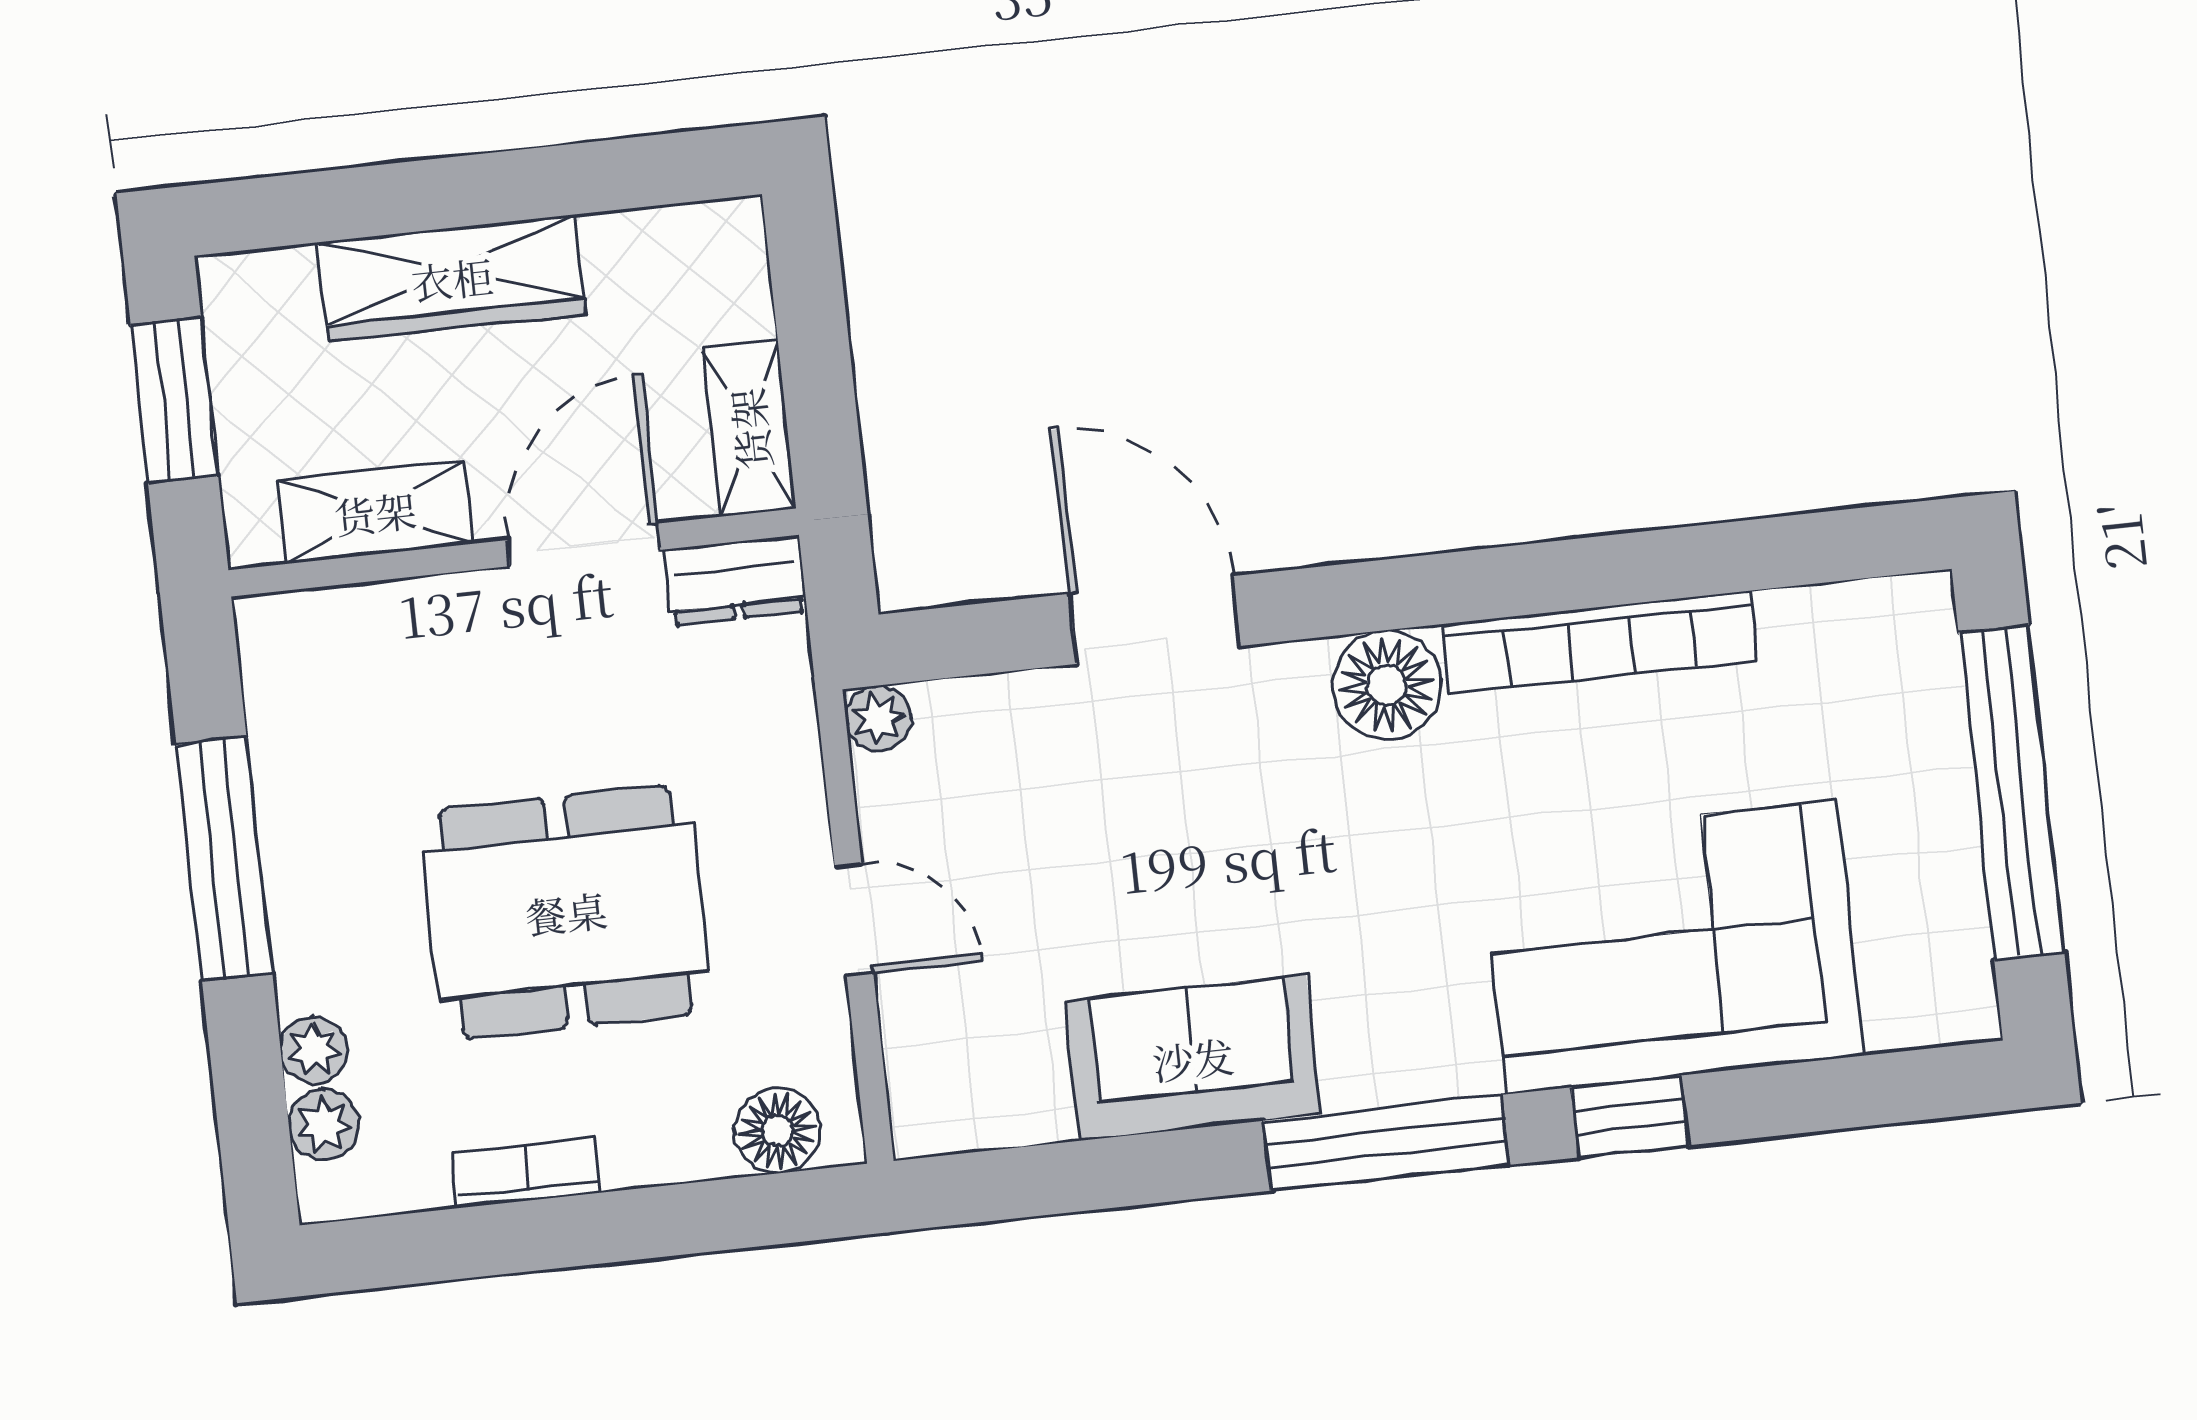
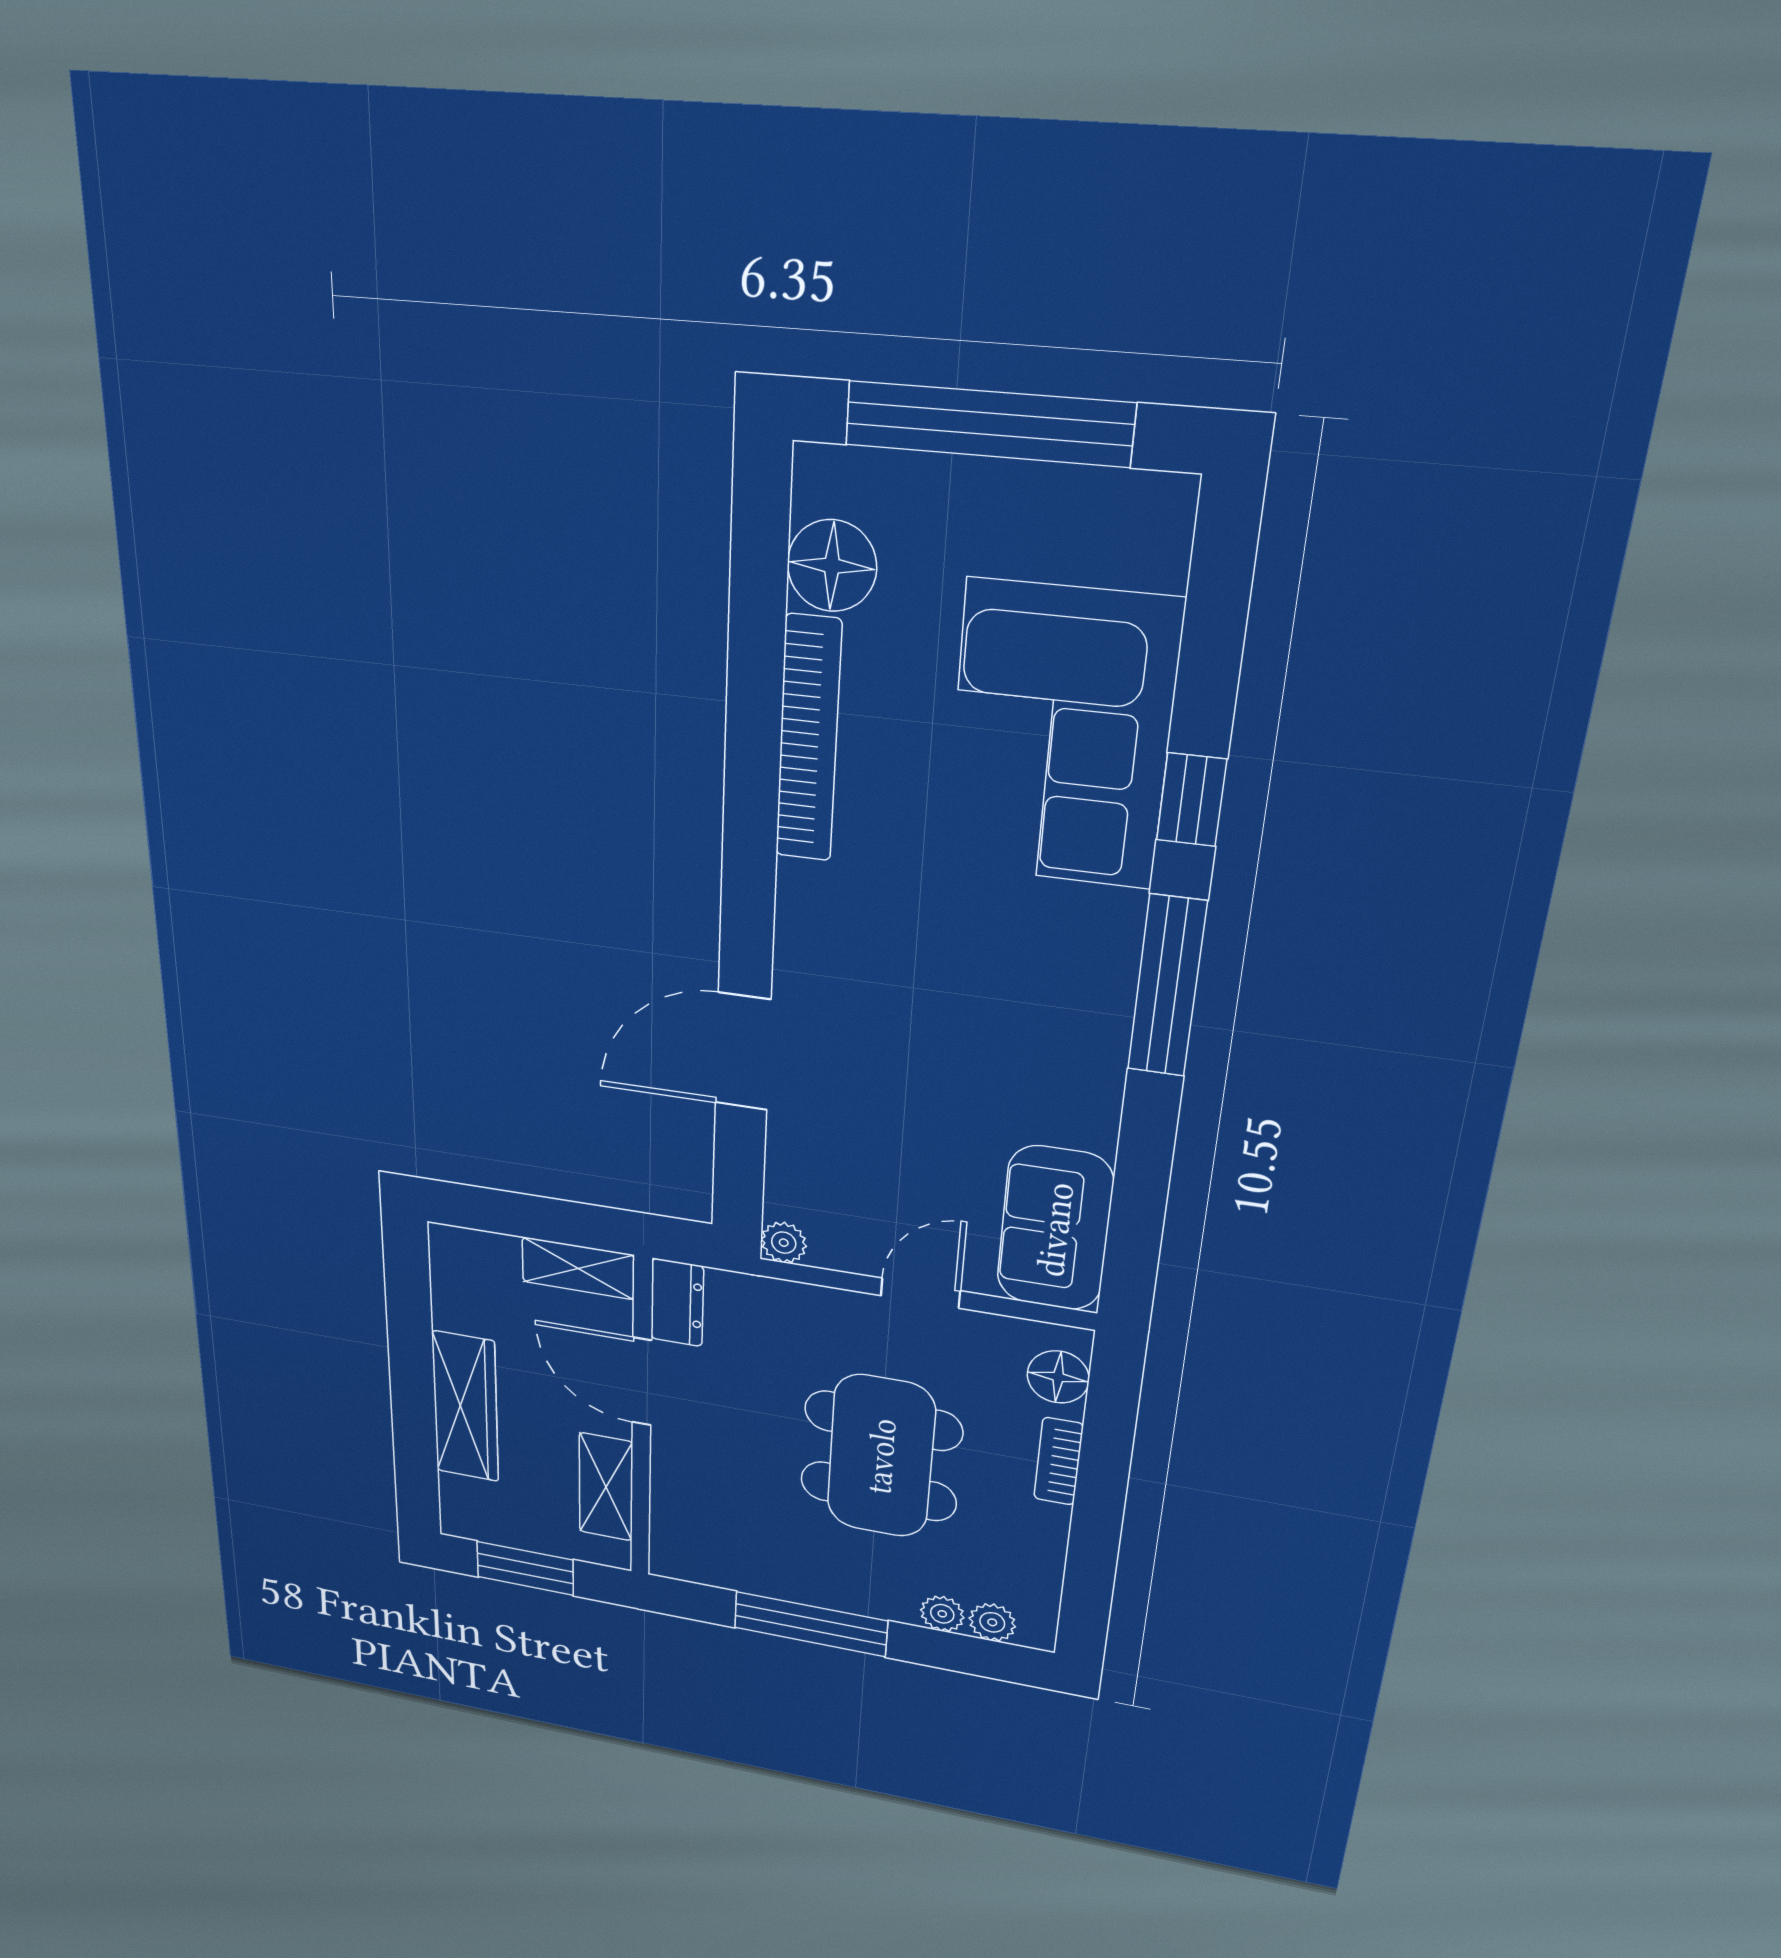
floor lamp: (1387, 685) -> (832, 566), moved
sofa: (1193, 1058) -> (1055, 1229), moved
bookcase: (526, 1172) -> (1059, 1461), moved

